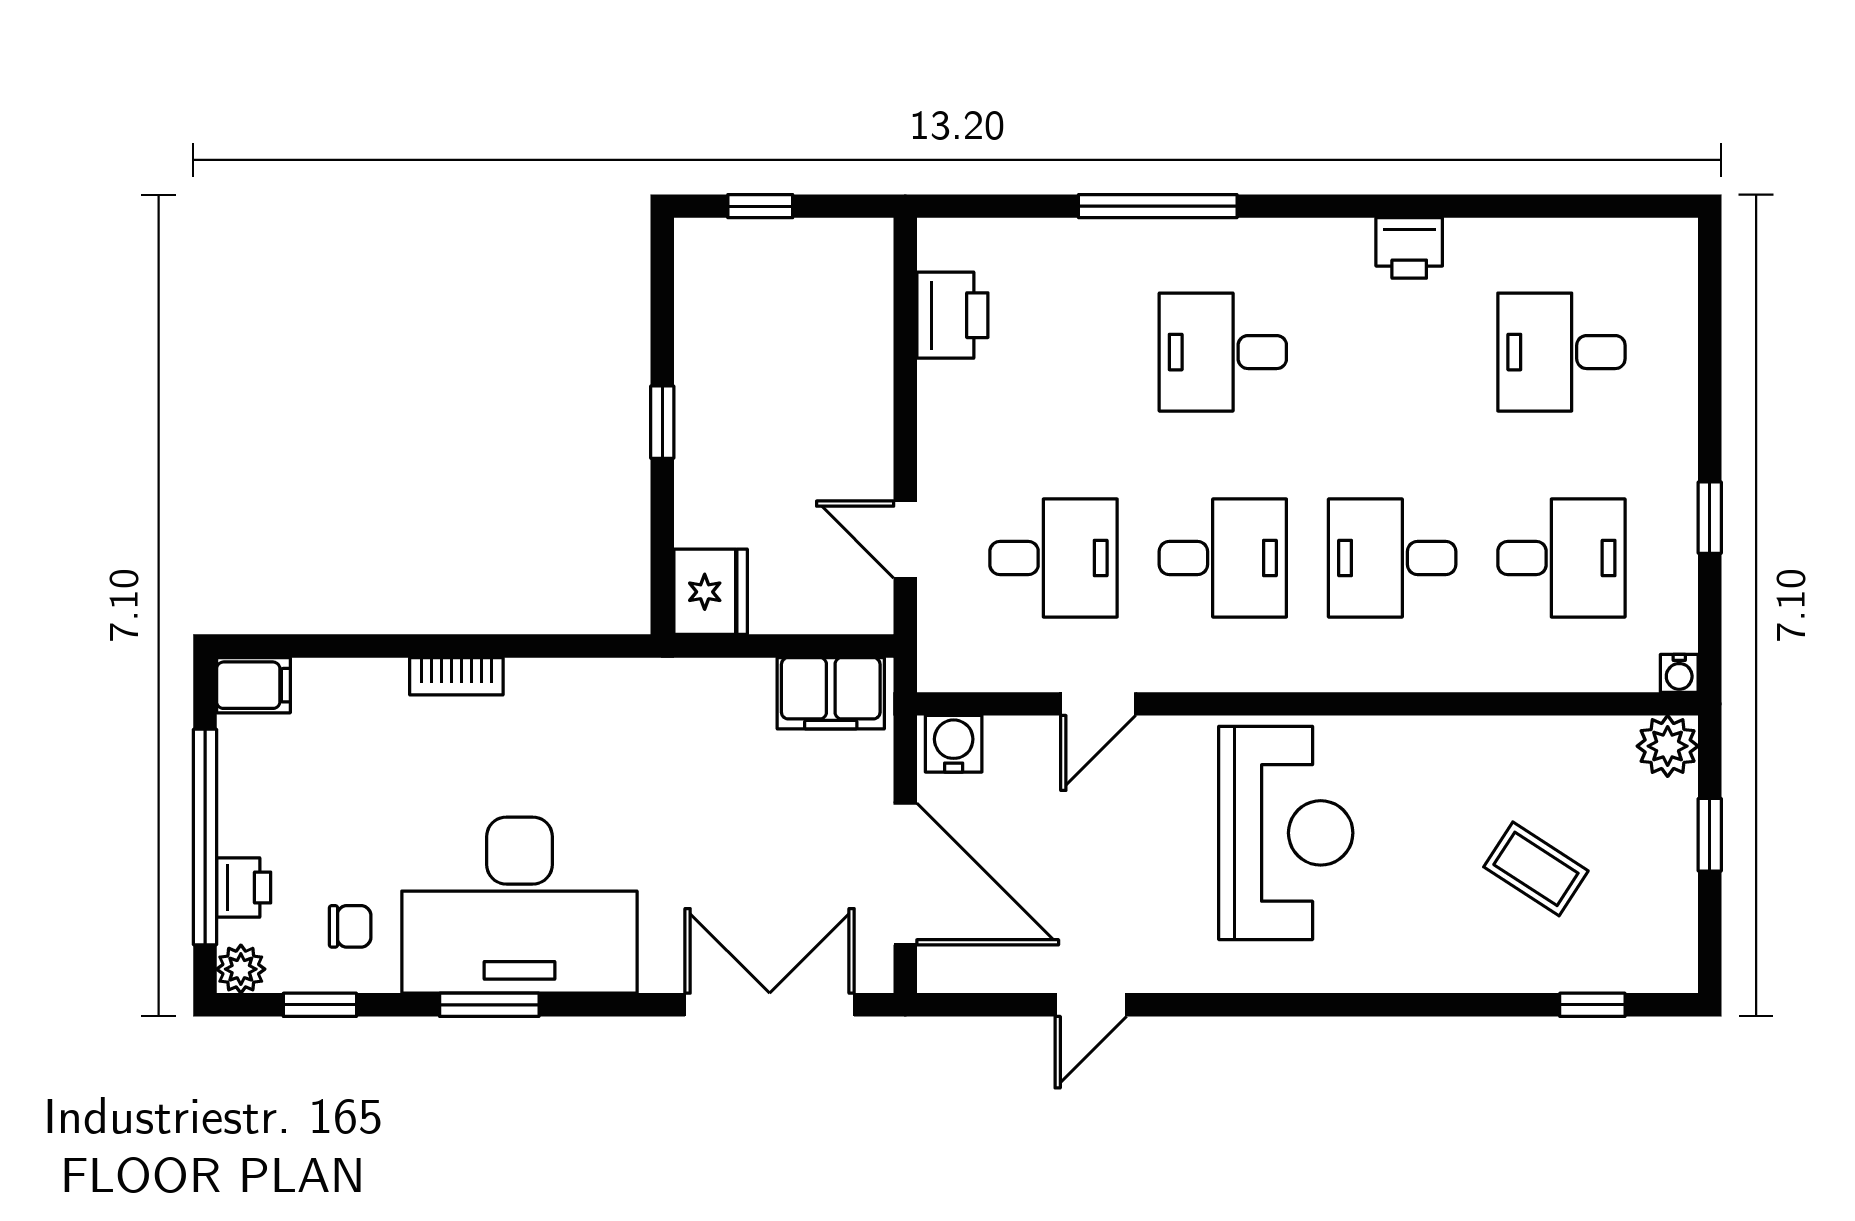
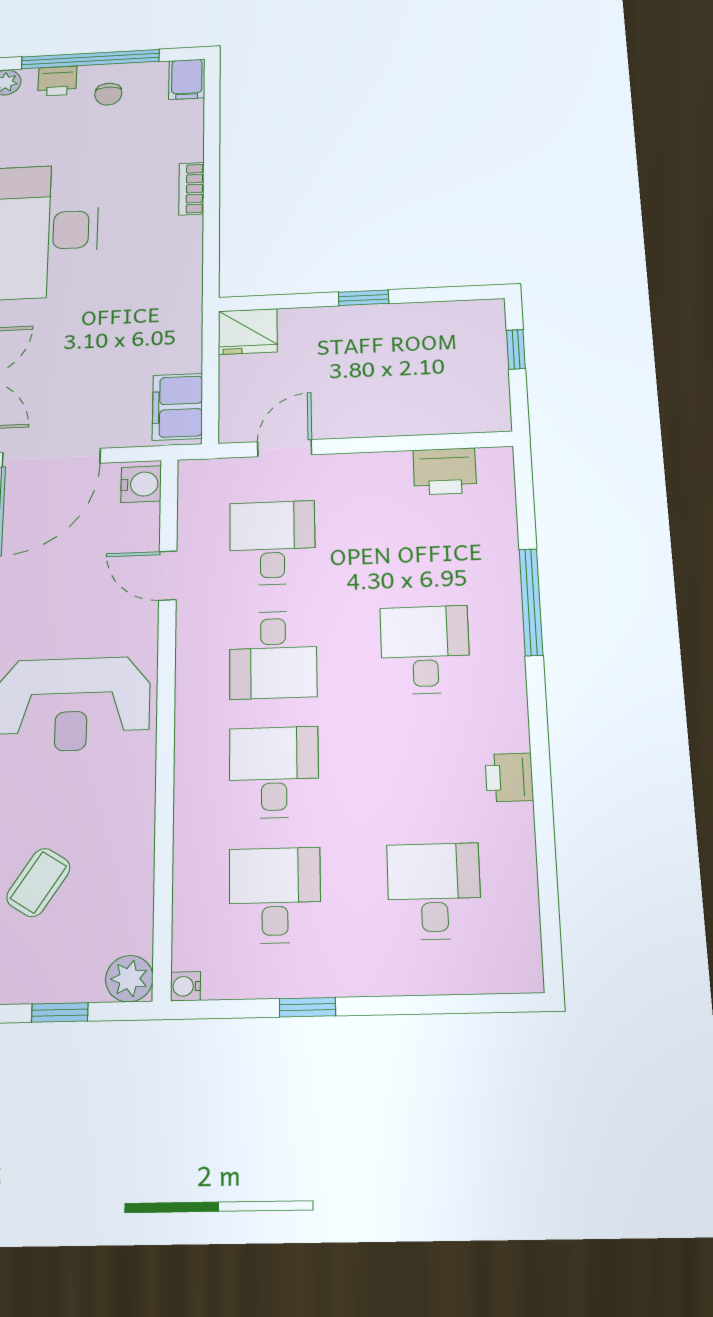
desk: (1054, 558) -> (272, 543), turned 180
desk: (1561, 558) -> (275, 895), turned 180
chair: (350, 926) -> (108, 94), moved

